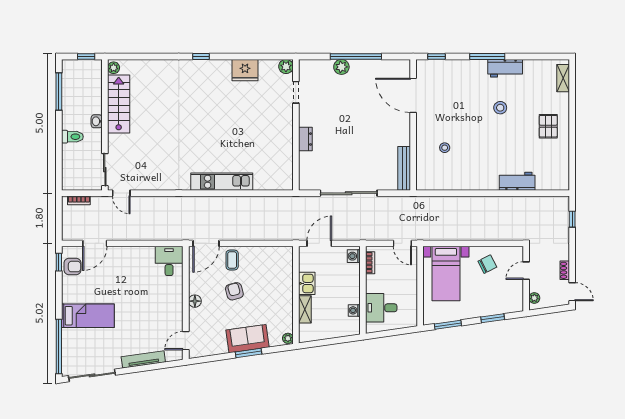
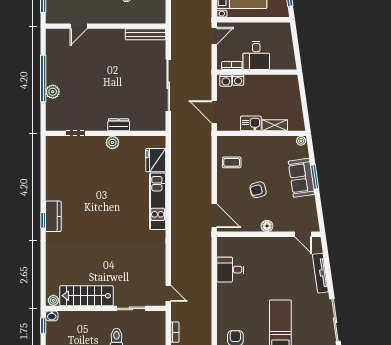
plant: (286, 66) -> (112, 143), moved
kitchen counter: (205, 68) -> (53, 216), added
fridge: (245, 70) -> (156, 160), moved, turned 180
door: (413, 95) -> (79, 26), width x0.53
washbasin: (97, 121) -> (52, 316), moved
sliding door: (105, 170) -> (131, 308), moved
door: (121, 193) -> (168, 293), hinge flipped
door: (95, 243) -> (214, 318), removed
coffee table: (232, 260) -> (232, 162), moved
desk: (169, 261) -> (230, 270), moved
desk: (381, 308) -> (256, 55), moved
washing machine: (354, 310) -> (238, 80), moved

